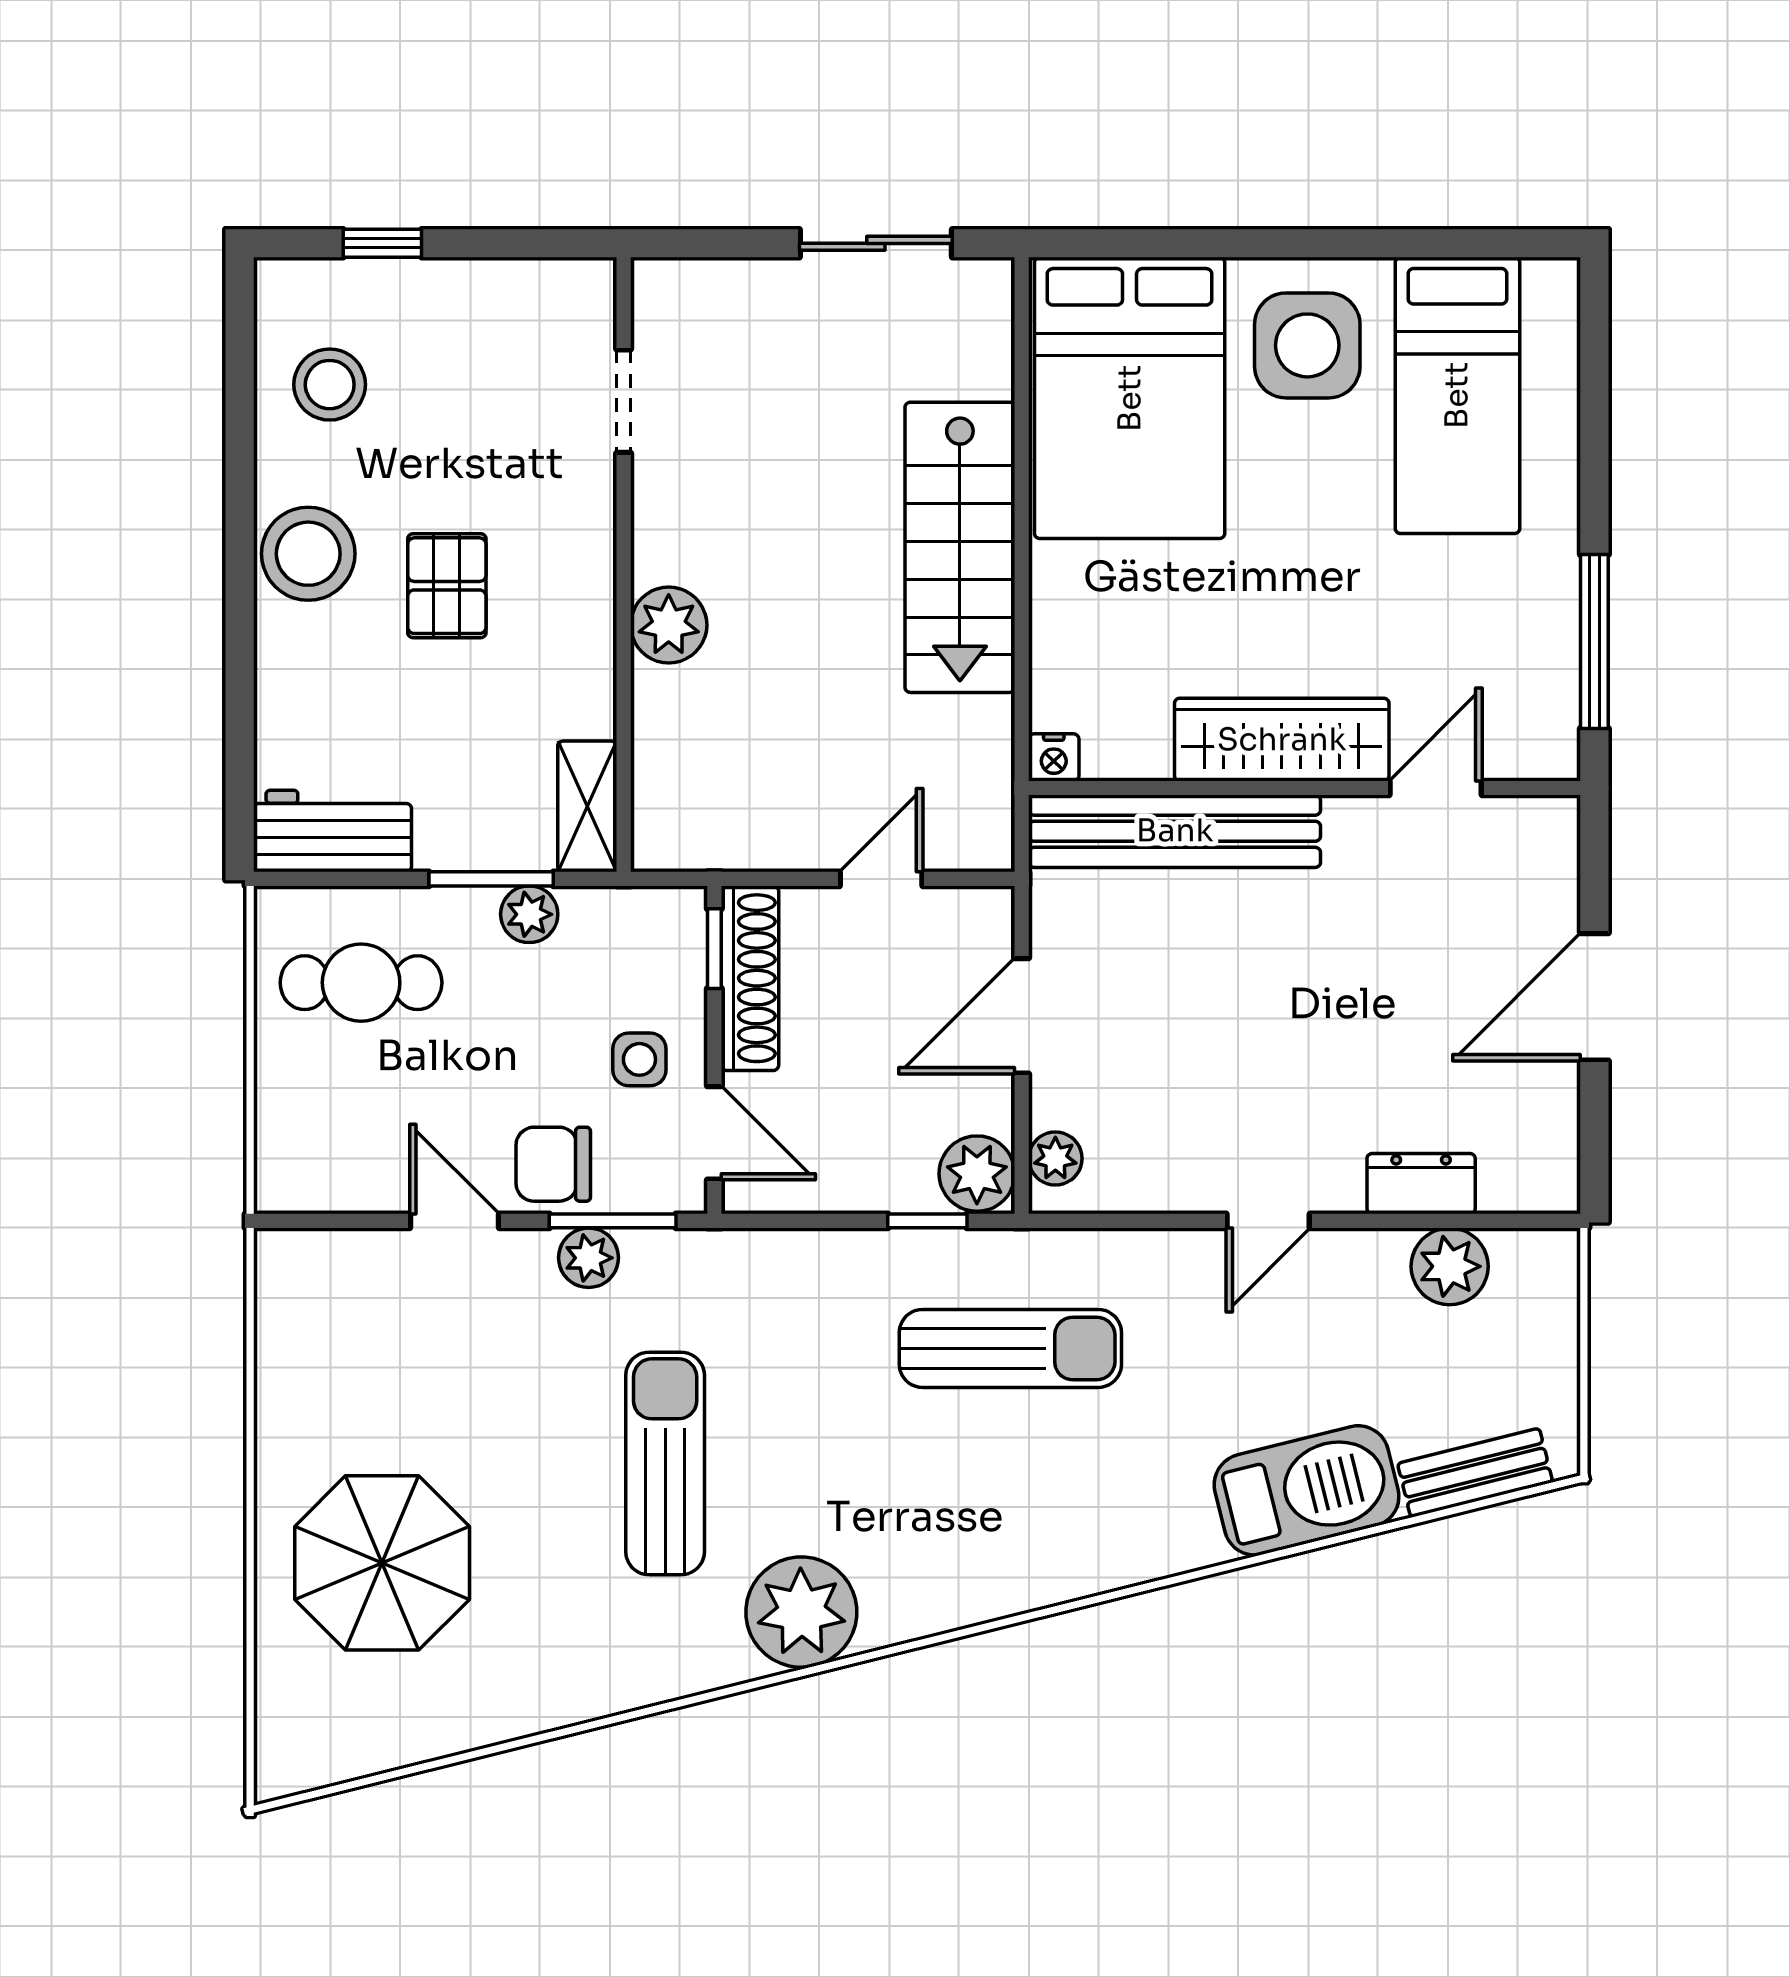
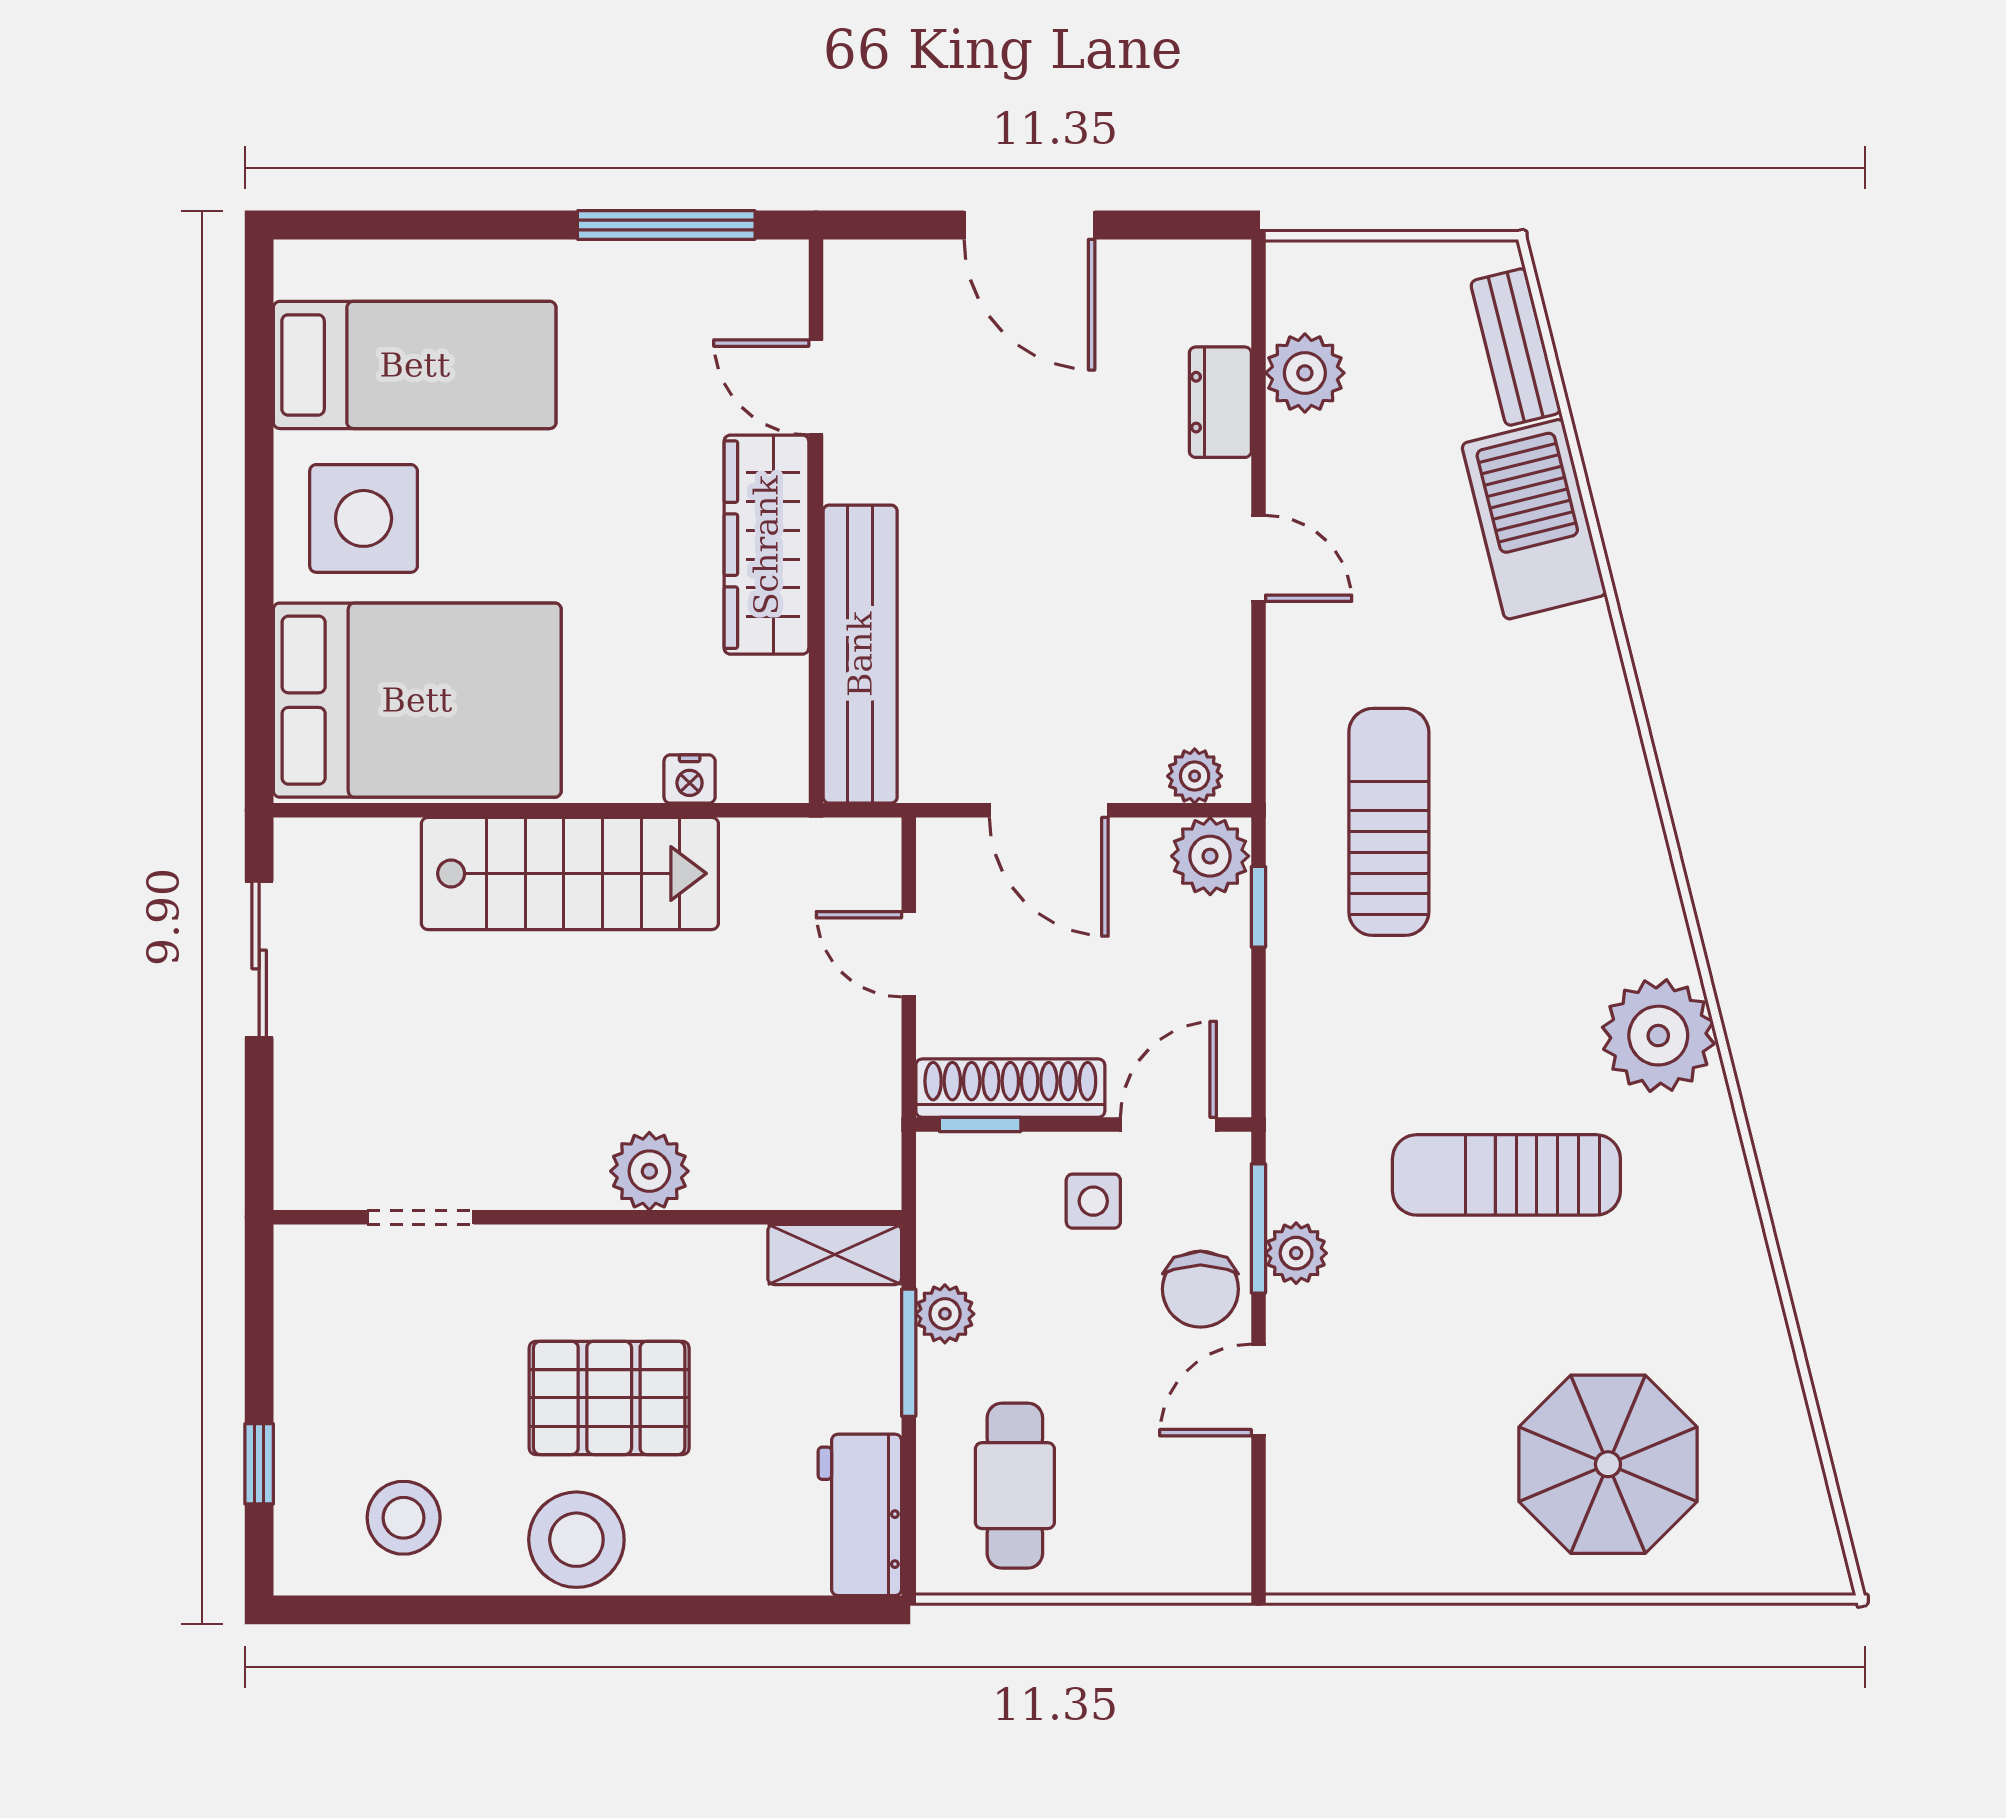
pallet: (447, 586) -> (609, 1398), width x1.50, depth x1.42
nightstand: (1054, 757) -> (690, 779), moved, turned 90

